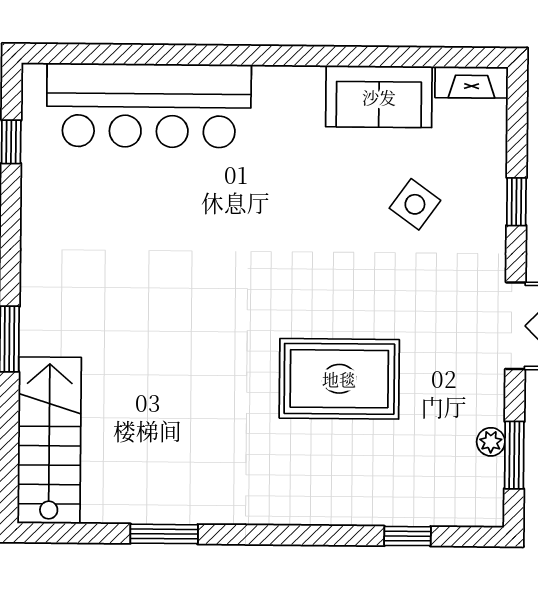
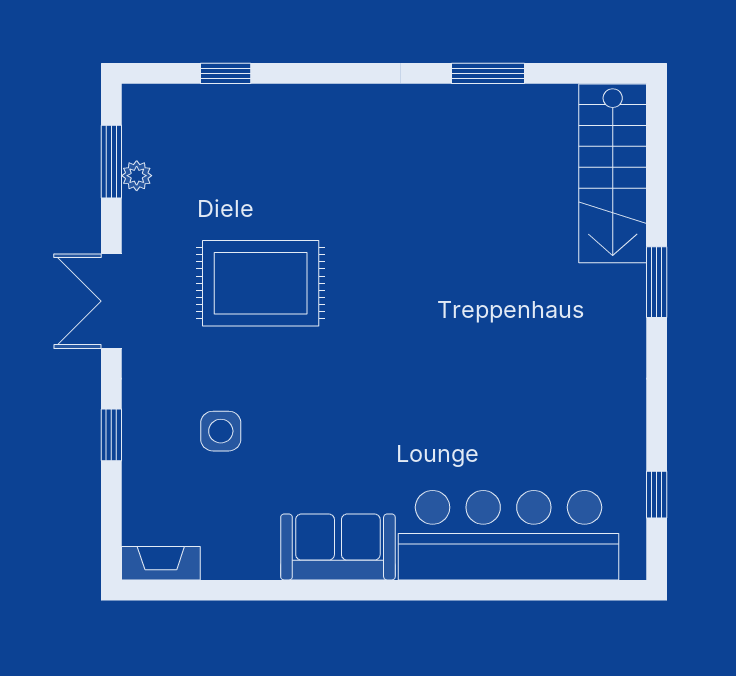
sofa: (379, 97) -> (338, 547), moved
side table: (415, 204) -> (221, 431), turned -36
rug: (339, 379) -> (261, 283), moved

